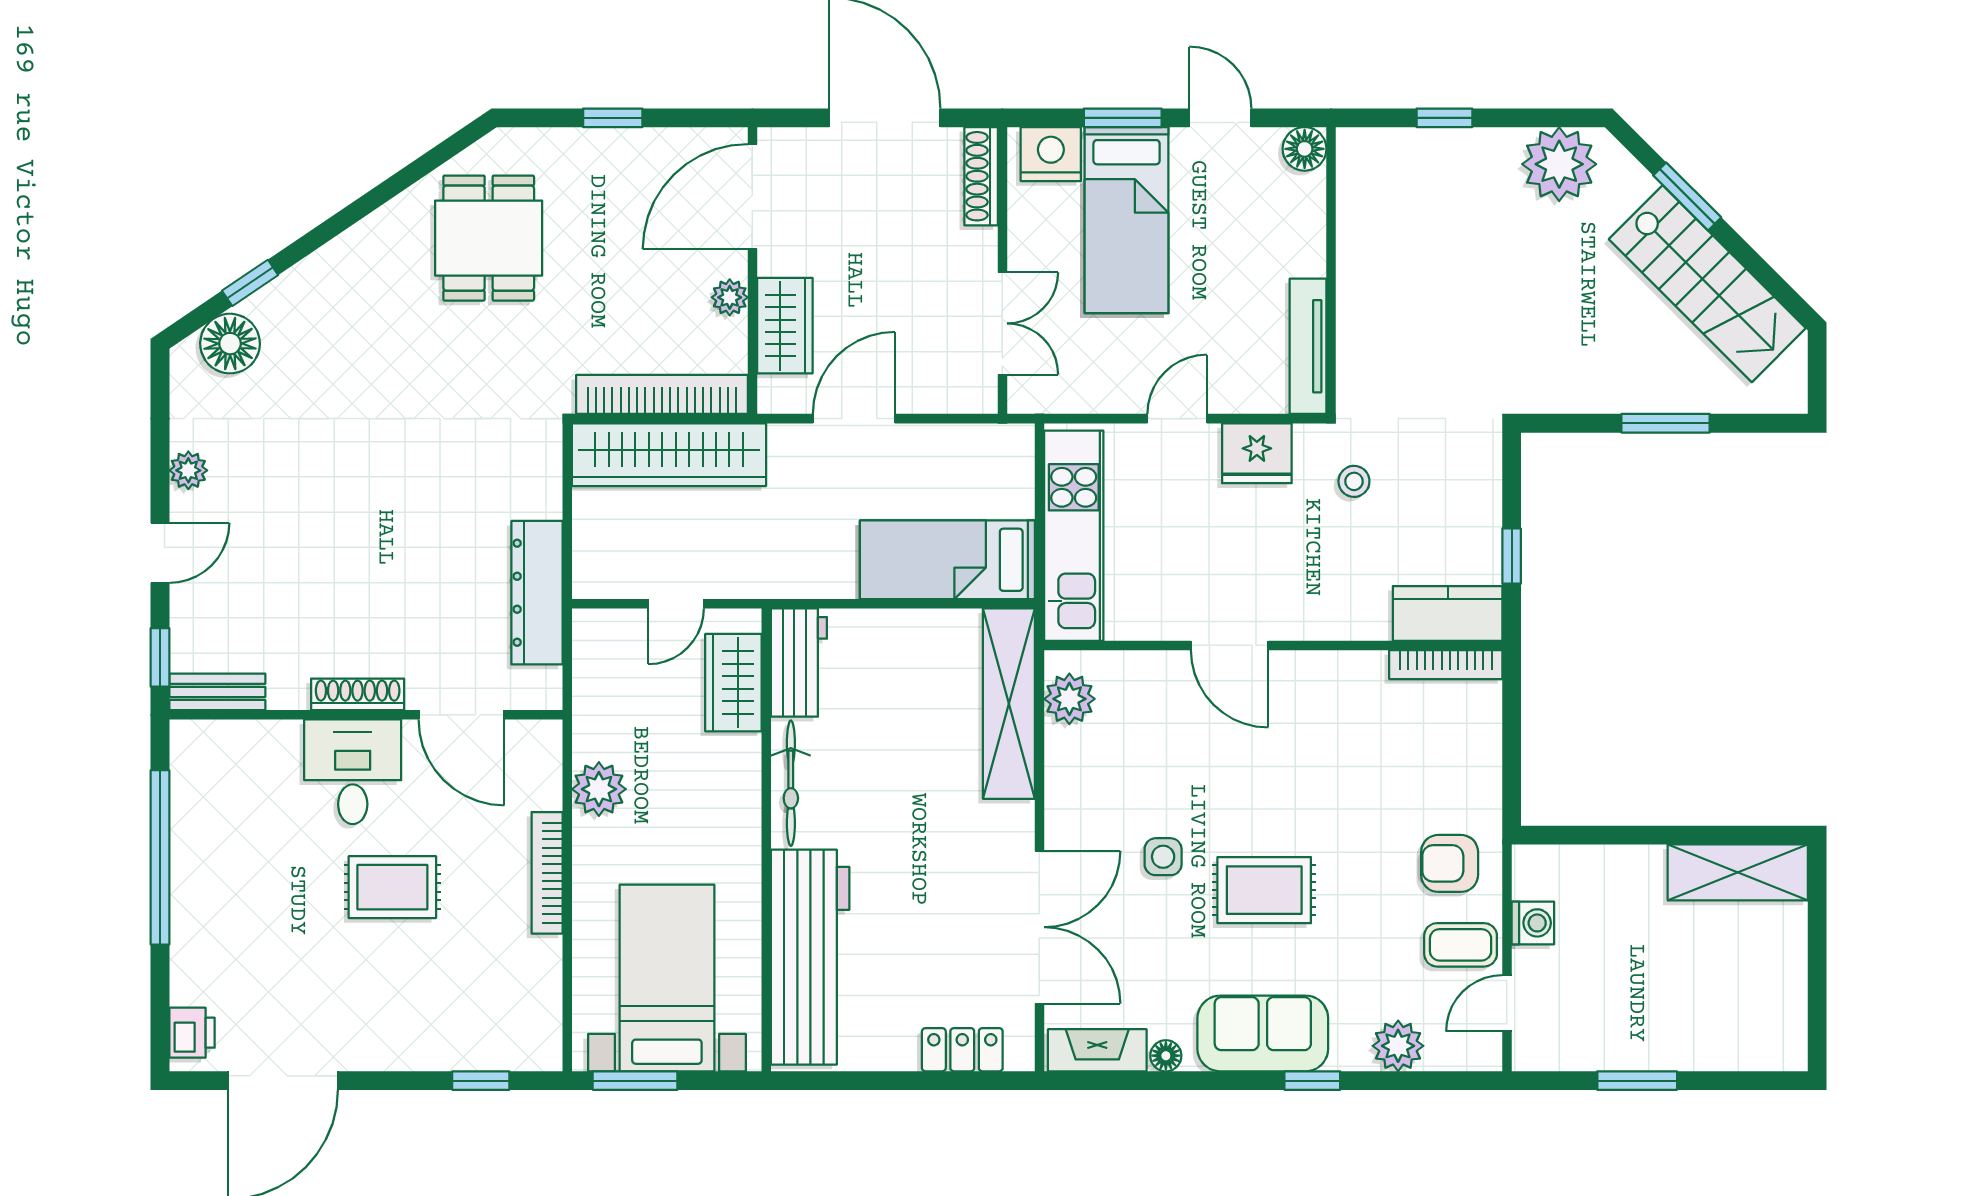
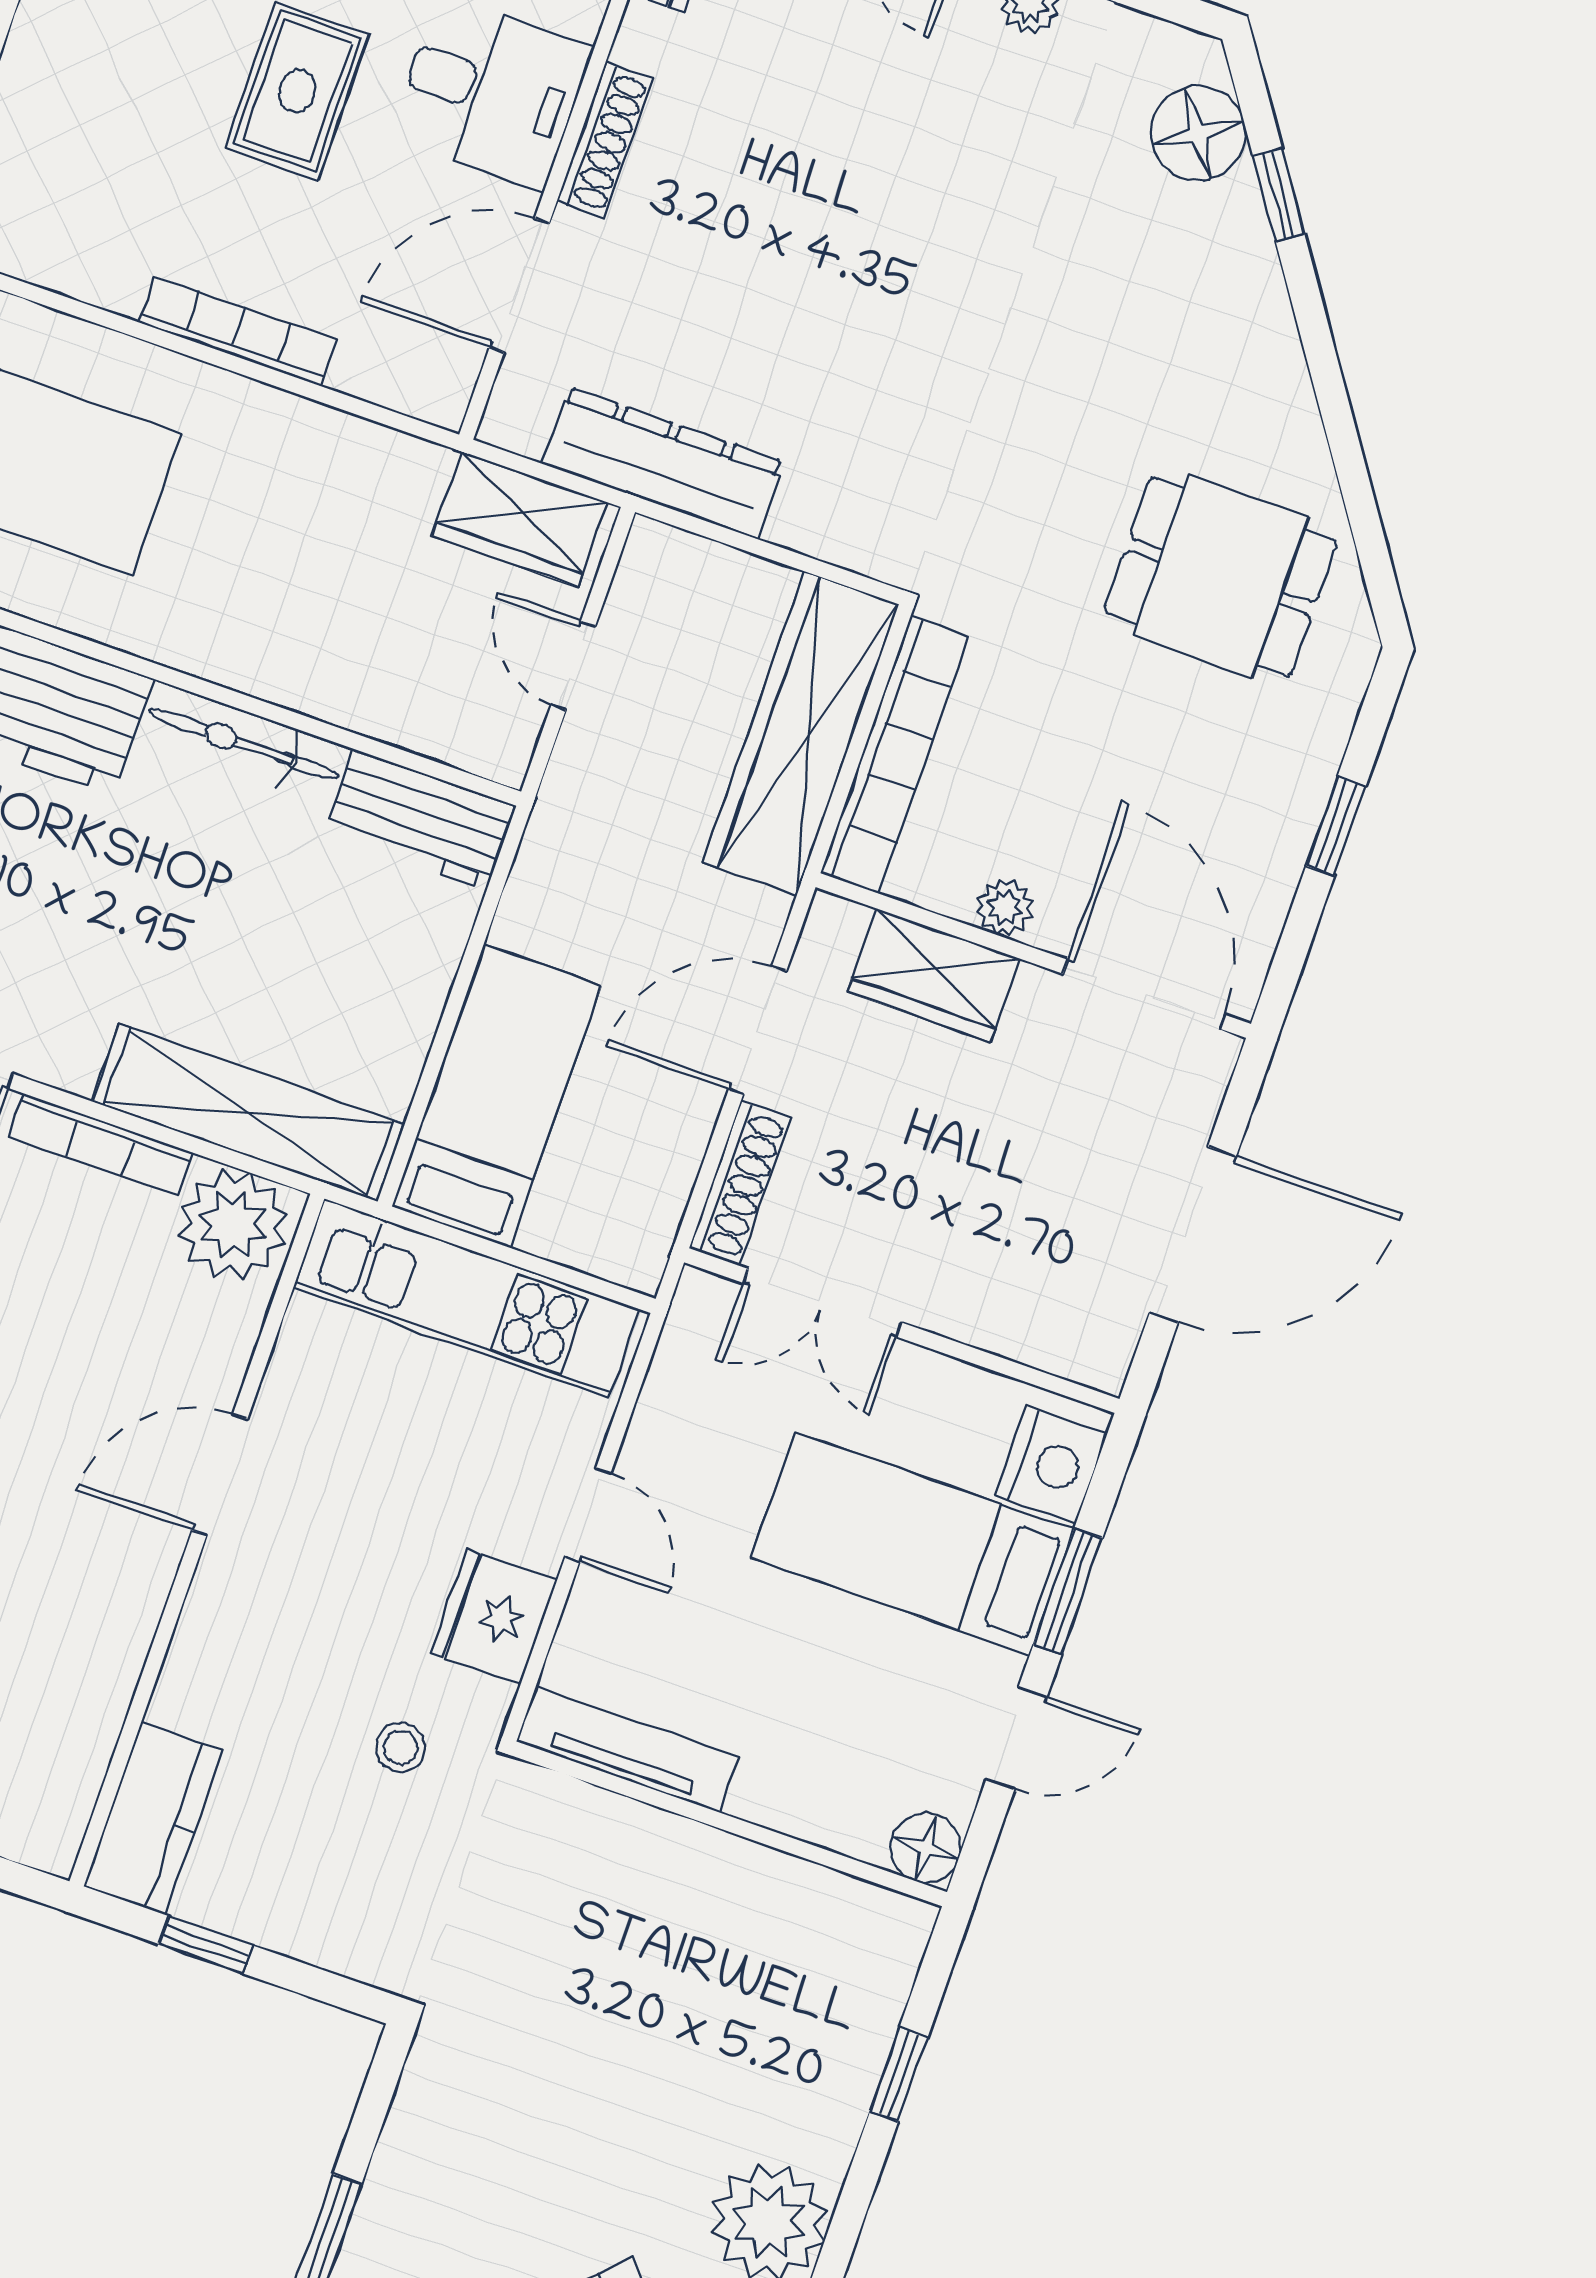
shoe rack: (981, 176) -> (740, 1183), moved, turned 90
door: (854, 419) -> (758, 1030), swing flipped
bookcase: (1446, 665) -> (101, 1145), moved, turned -90
wardrobe: (733, 683) -> (520, 519), moved, turned 180
plant: (1069, 699) -> (233, 1225), width x1.36, depth x1.36
plant: (599, 789) -> (336, 453), removed

